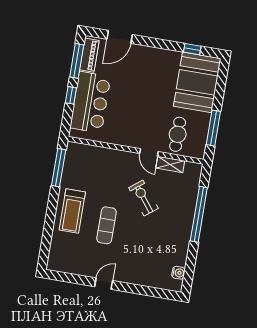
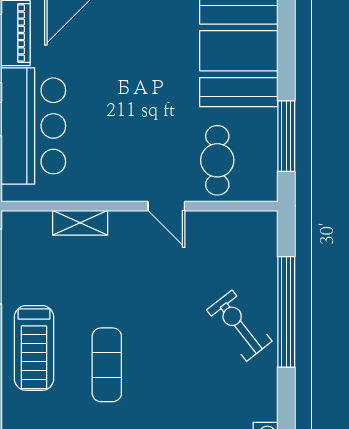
shelving: (170, 164) -> (80, 223), moved
exercise bike: (143, 198) -> (239, 326), moved

